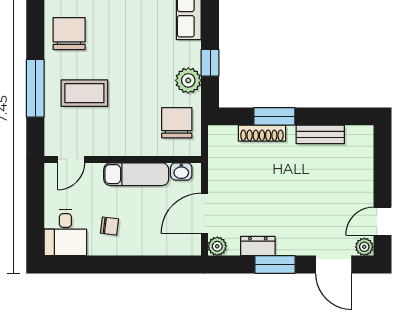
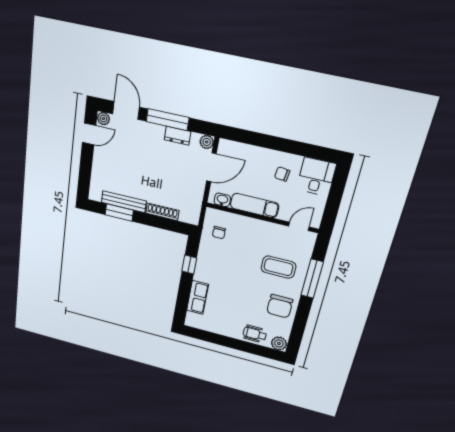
plant: (188, 80) -> (206, 257), removed
window: (274, 116) -> (119, 213), moved
chair: (177, 123) -> (219, 233), width x0.54, depth x0.54
bench: (320, 134) -> (124, 202), width x1.36
window: (275, 265) -> (167, 120), width x1.44

